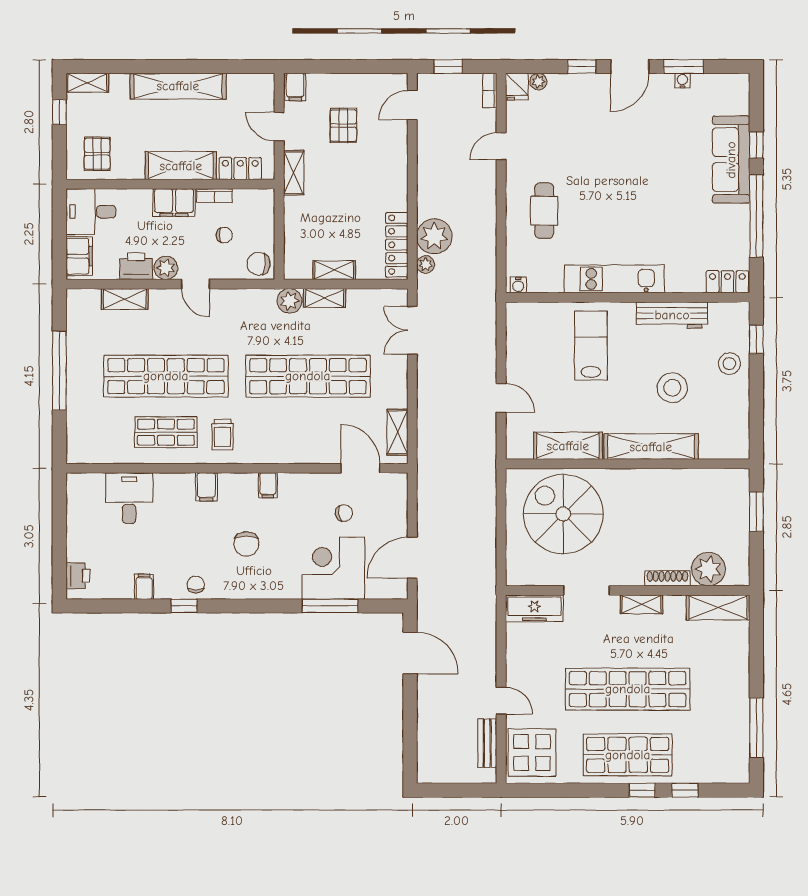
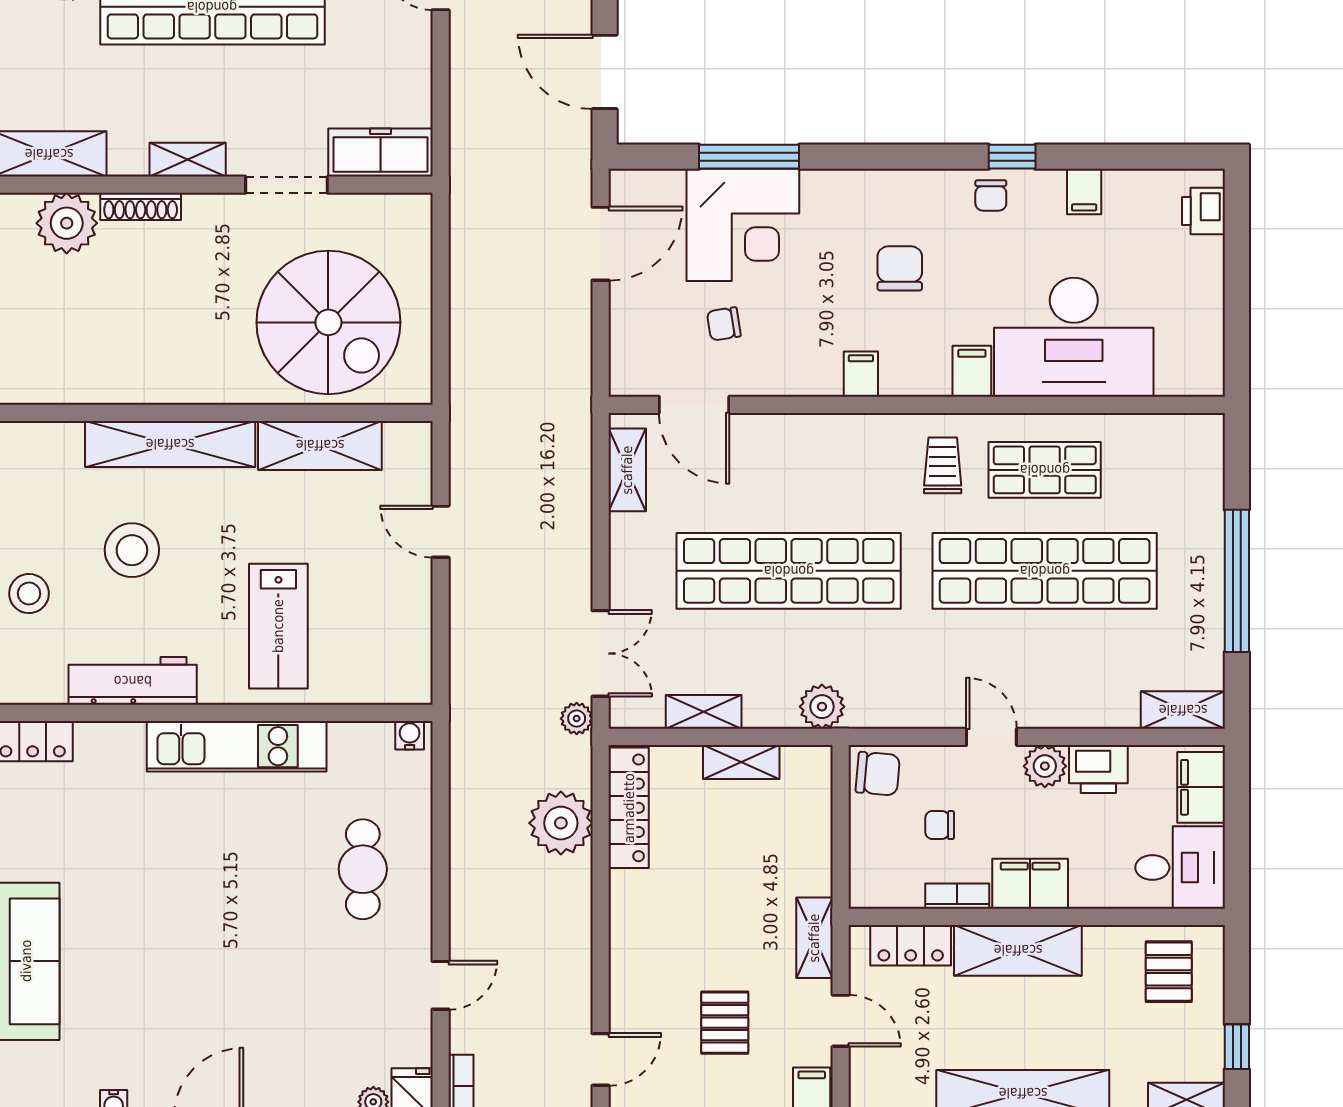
plant: (426, 265) -> (577, 719), moved
shelving: (325, 298) -> (704, 712), moved
shelving: (125, 299) -> (1183, 710), moved
desk: (129, 498) -> (1074, 337), width x1.87, depth x1.30

